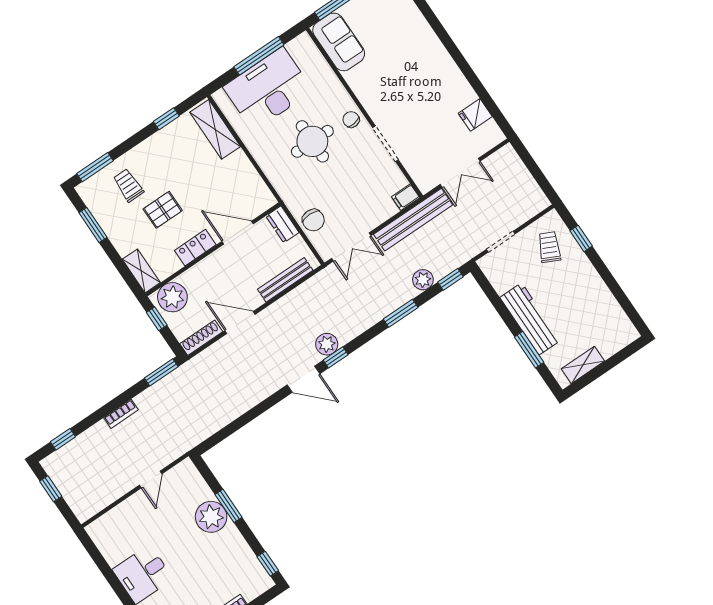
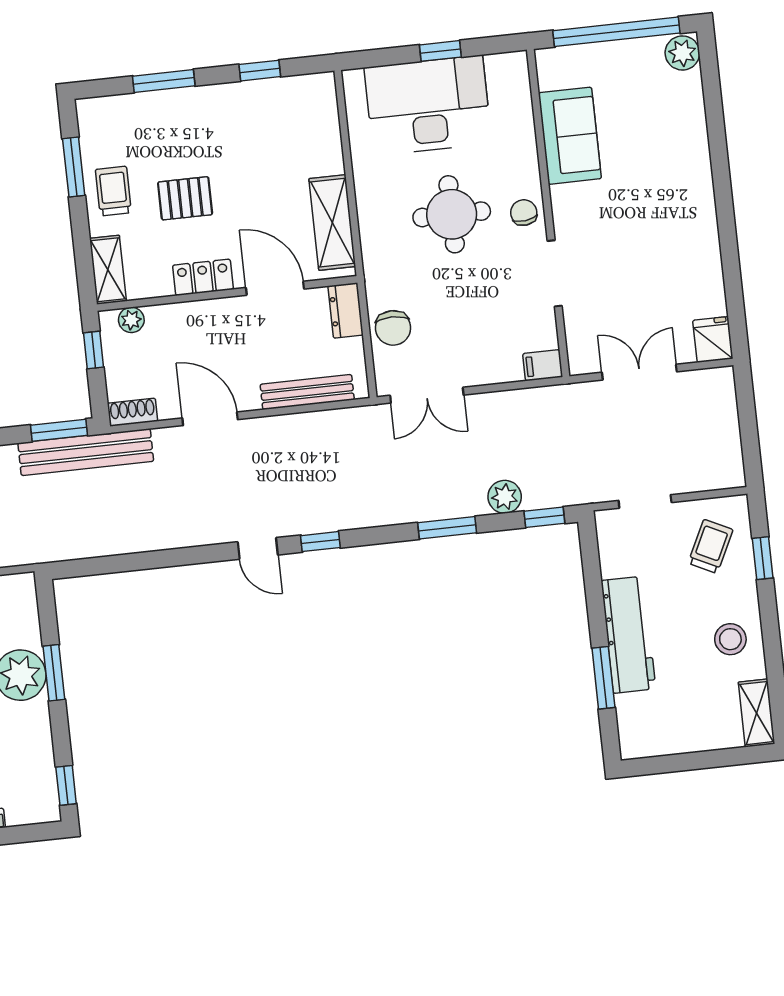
sofa: (339, 42) -> (570, 136), moved
window: (259, 56) -> (440, 51), width x0.46
fridge: (475, 115) -> (713, 339), moved, turned 90
shelving: (215, 129) -> (332, 223), moved
window: (95, 167) -> (164, 81), moved
double door: (460, 173) -> (639, 372), swing flipped
trolley: (128, 185) -> (113, 191), moved
bench: (413, 220) -> (86, 452), moved
stool: (587, 292) -> (730, 639), added
plant: (172, 297) -> (131, 320), width x0.53, depth x0.53
shoe rack: (201, 338) -> (133, 412), width x0.70
plant: (327, 344) -> (318, 516), removed
shelving: (583, 365) -> (757, 713), moved, turned 90
door: (303, 379) -> (258, 548), width x0.73

